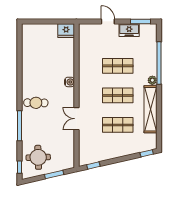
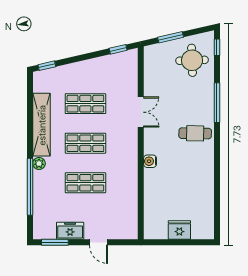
fridge: (66, 31) -> (179, 230), moved

